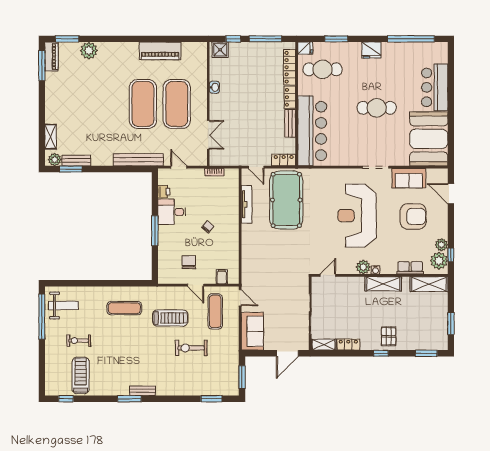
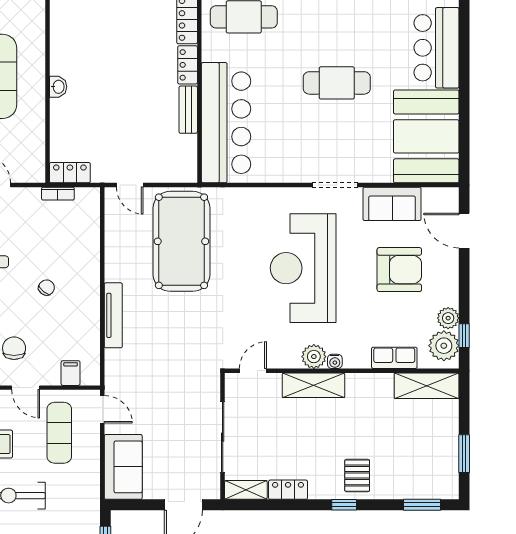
washbasin: (214, 87) -> (58, 87), moved
double door: (208, 135) -> (47, 129), removed
locker: (284, 160) -> (70, 173), moved
tv unit: (247, 204) -> (113, 315), moved
shelving: (383, 284) -> (313, 385), moved

